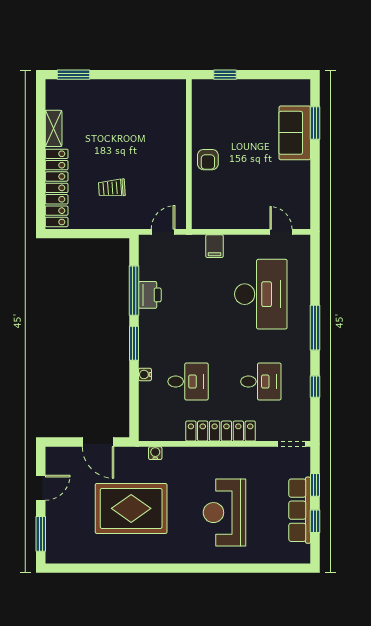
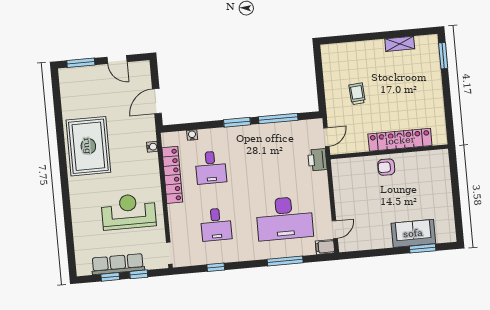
window: (225, 75) -> (454, 174), removed
locker: (57, 188) -> (400, 140), moved, turned 180
door: (163, 232) -> (326, 137), hinge flipped
filing cabinet: (214, 246) -> (325, 247), moved
printer: (150, 295) -> (317, 160), moved, turned 90
window: (315, 328) -> (285, 261), moved
water cooler: (145, 374) -> (192, 135), moved
locker: (221, 431) -> (172, 175), moved
rug: (131, 508) -> (88, 146), moved
reception desk: (224, 513) -> (129, 212), moved

